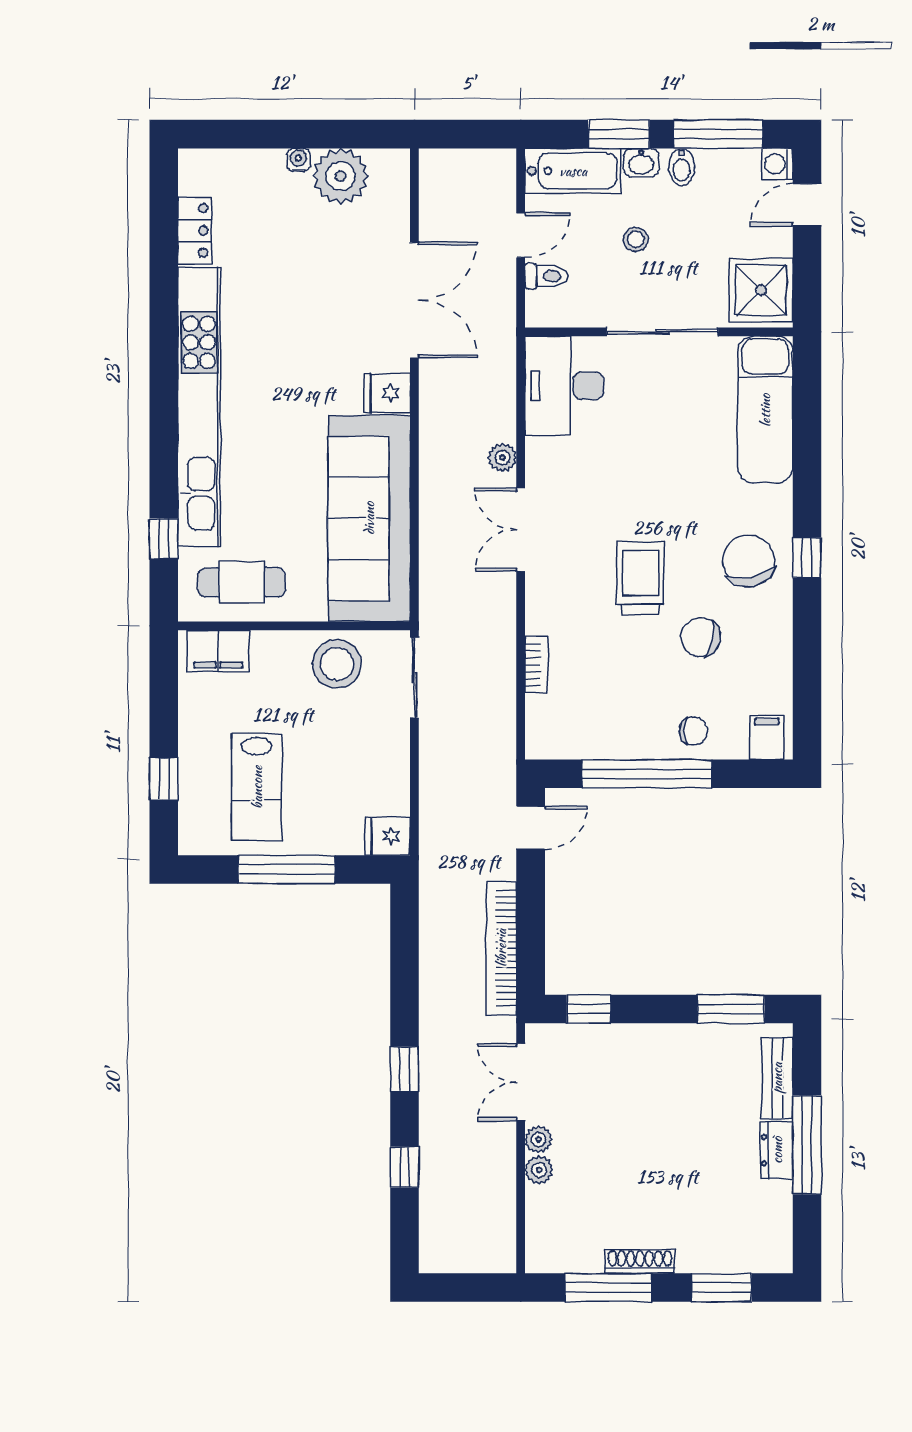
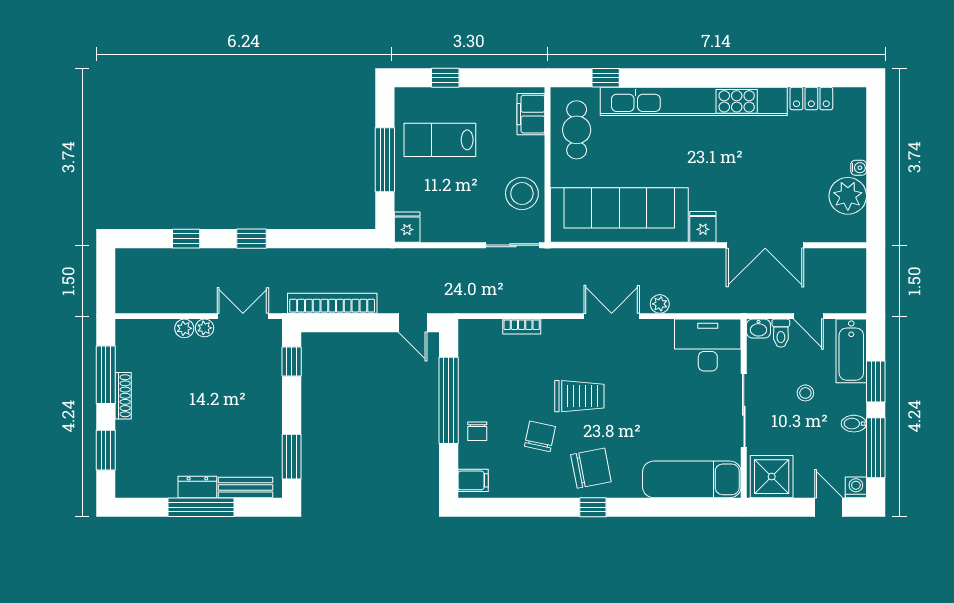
washbasin: (641, 163) -> (758, 329), moved, turned -90

